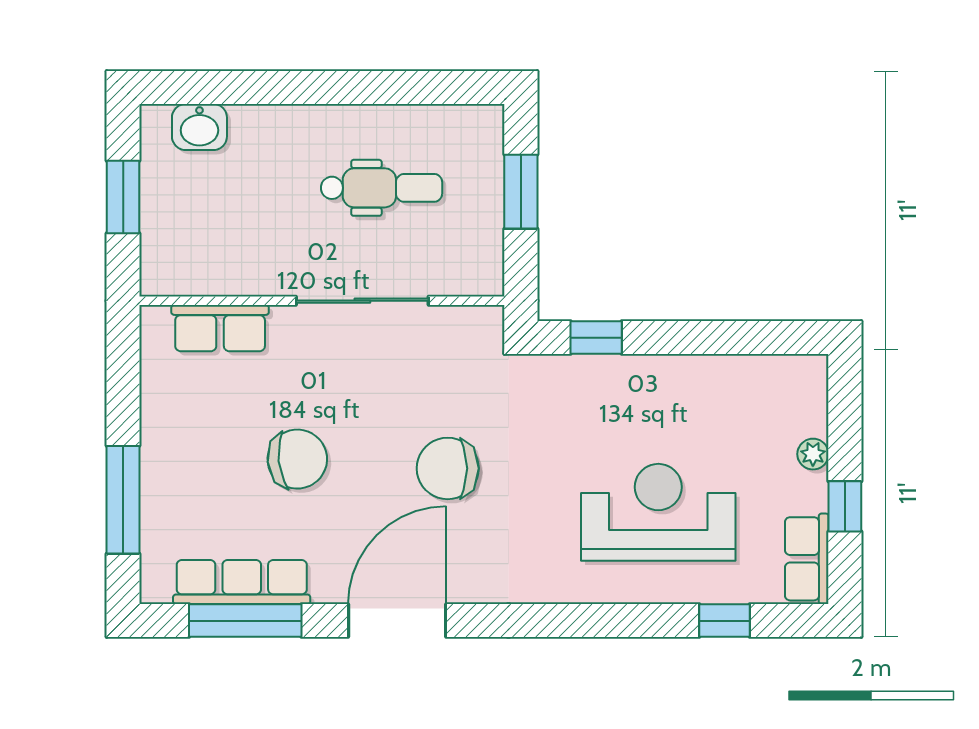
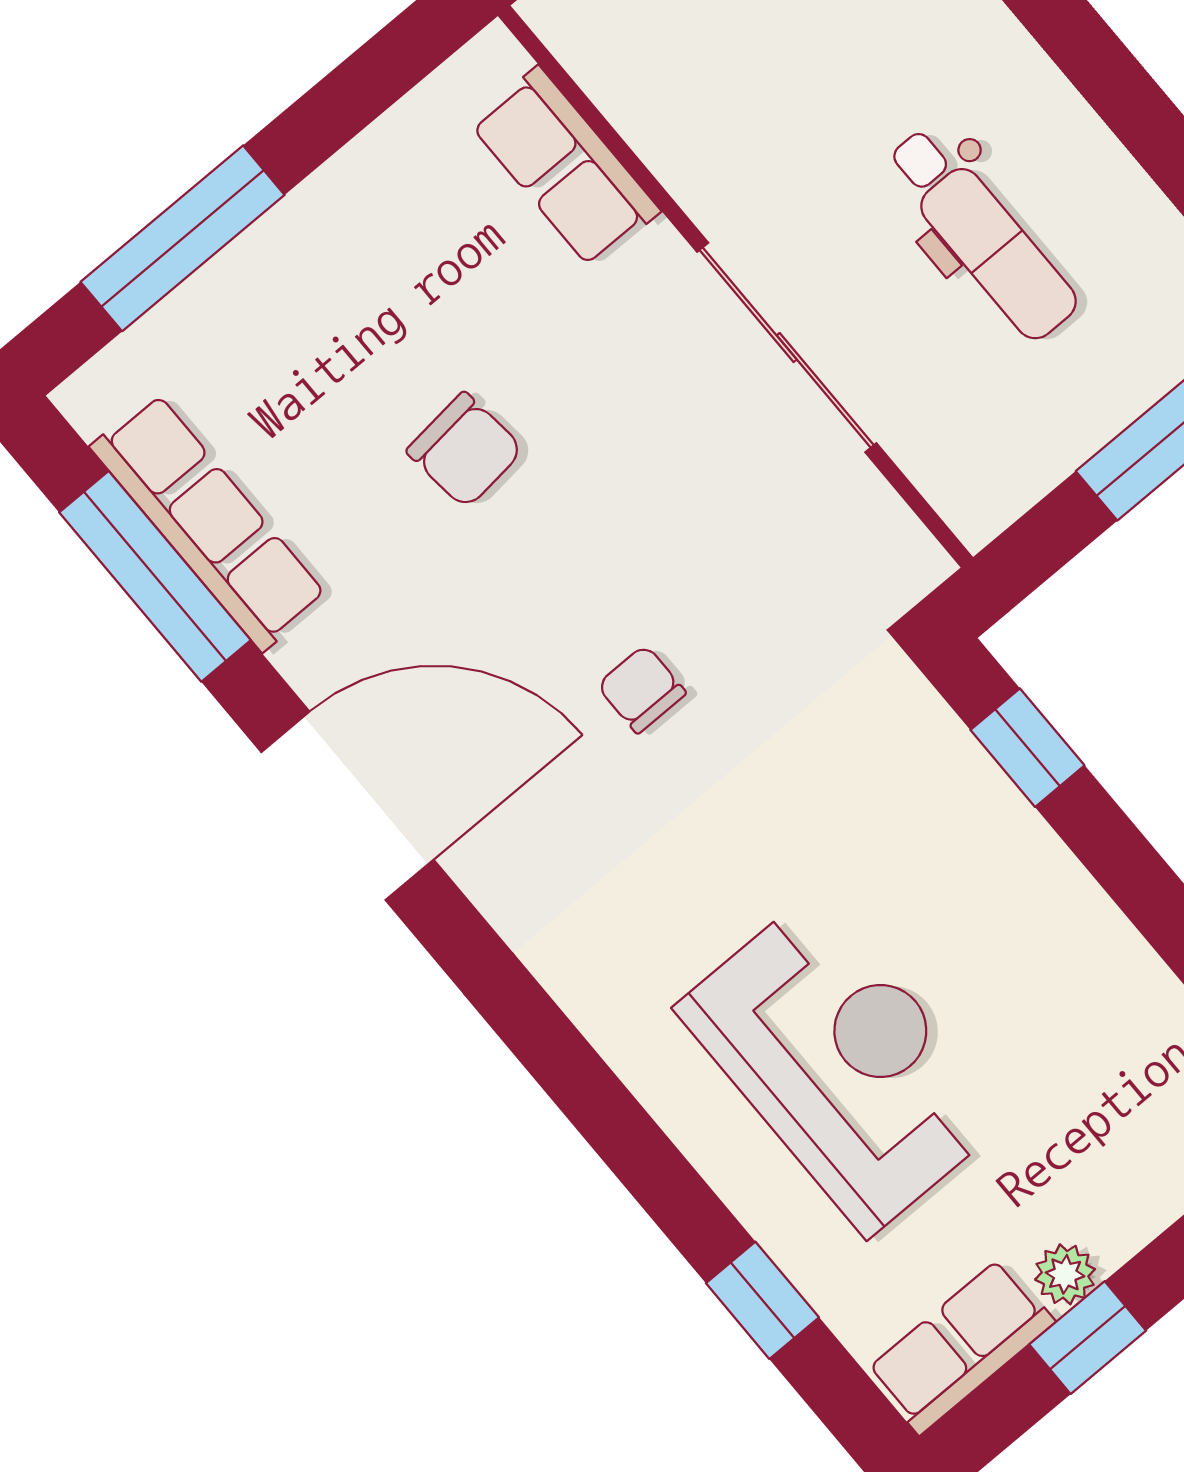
plant: (813, 454) -> (1065, 1274), moved
chair: (297, 459) -> (465, 450), width x0.73, depth x0.73
chair: (448, 468) -> (641, 689), width x0.54, depth x0.54

